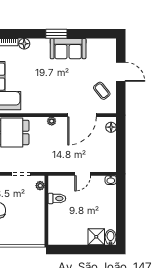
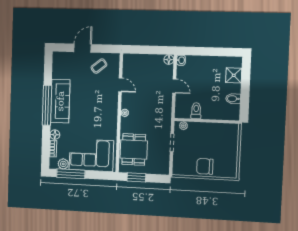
window: (56, 34) -> (47, 105), width x2.11
sofa: (68, 49) -> (60, 101), width x1.36
door: (82, 115) -> (120, 85), width x0.53
floor lamp: (111, 127) -> (169, 60), moved
bidet: (111, 237) -> (233, 99), moved

